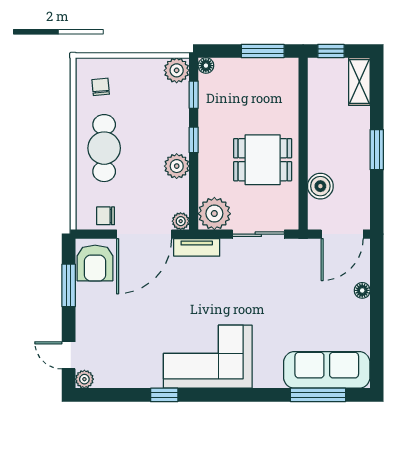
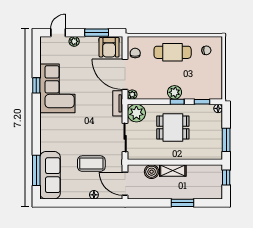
plant: (177, 70) -> (215, 92), removed
shelving: (359, 82) -> (173, 171), moved
window: (377, 150) -> (183, 203), moved
dining table: (263, 160) -> (173, 127), moved, turned 90
plant: (177, 166) -> (174, 92), moved
armchair: (95, 263) -> (109, 47), turned -90
coffee table: (306, 295) -> (91, 164), added
corner sofa: (208, 357) -> (57, 88), moved
plant: (84, 379) -> (74, 41), moved

